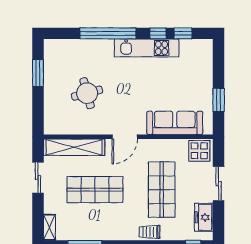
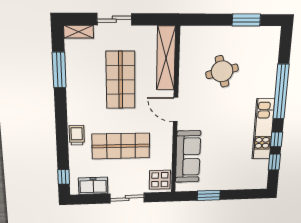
sliding door: (38, 178) -> (114, 19), moved

